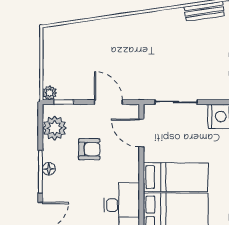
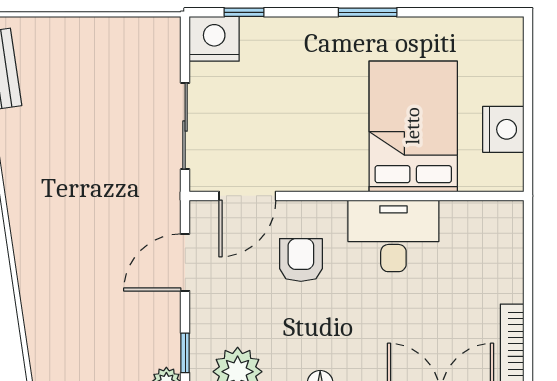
armchair: (89, 149) -> (301, 260), moved
bed: (176, 177) -> (337, 127), removed

